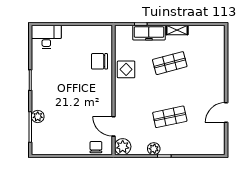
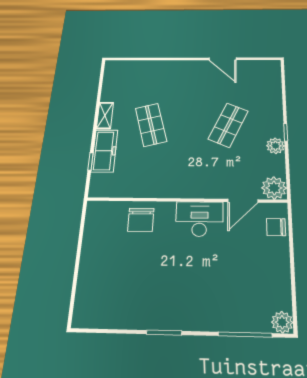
desk: (46, 37) -> (199, 219), moved, turned 90
display table: (126, 69) -> (156, 182), removed
plant: (38, 117) -> (282, 322), moved
shop shelf: (170, 117) -> (228, 125), turned 36

